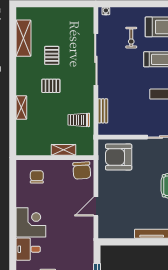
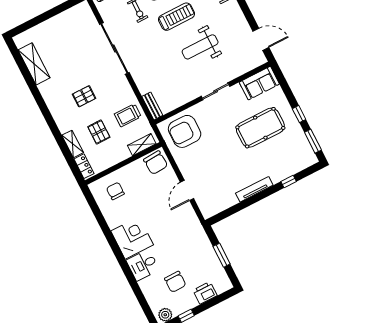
pallet: (52, 55) -> (99, 132), moved
shelving: (21, 108) -> (73, 144), moved
bench: (103, 111) -> (152, 106), moved
locker: (21, 143) -> (84, 166), added
shelving: (64, 150) -> (142, 145), moved

